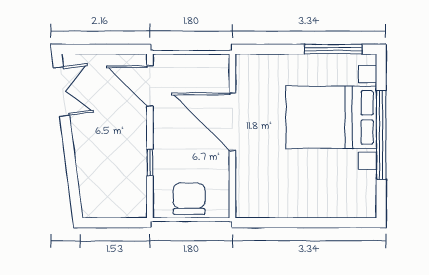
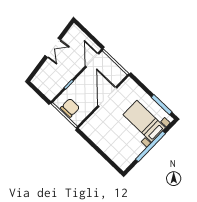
double door: (61, 92) -> (53, 48), moved
bed with nightstands: (331, 117) -> (144, 121), width x0.73

